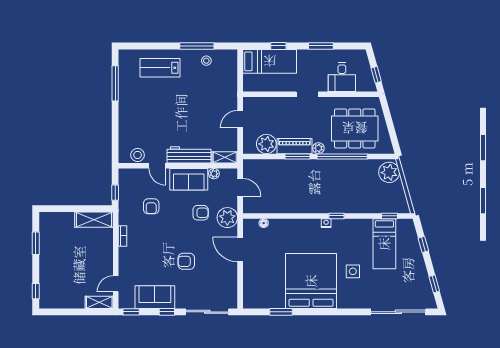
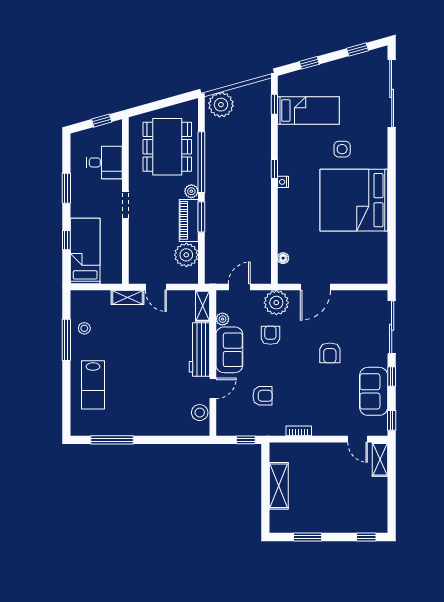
shelving: (232, 96) -> (127, 297), added
shelving: (94, 220) -> (279, 486), moved
window: (281, 312) -> (392, 237), removed

